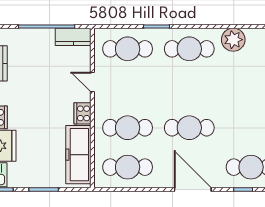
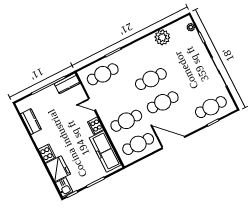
cafe table: (189, 49) -> (151, 79), moved
door: (193, 190) -> (173, 143), moved

